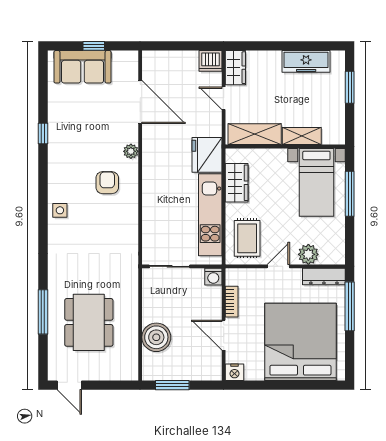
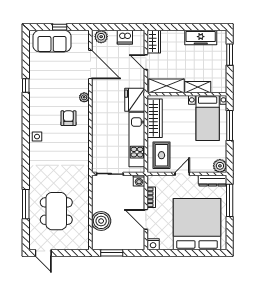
plant: (156, 60) -> (101, 37), added
dishwasher: (210, 61) -> (125, 37), moved
wardrobe: (237, 183) -> (155, 118), width x1.50
plant: (308, 254) -> (220, 166), moved

